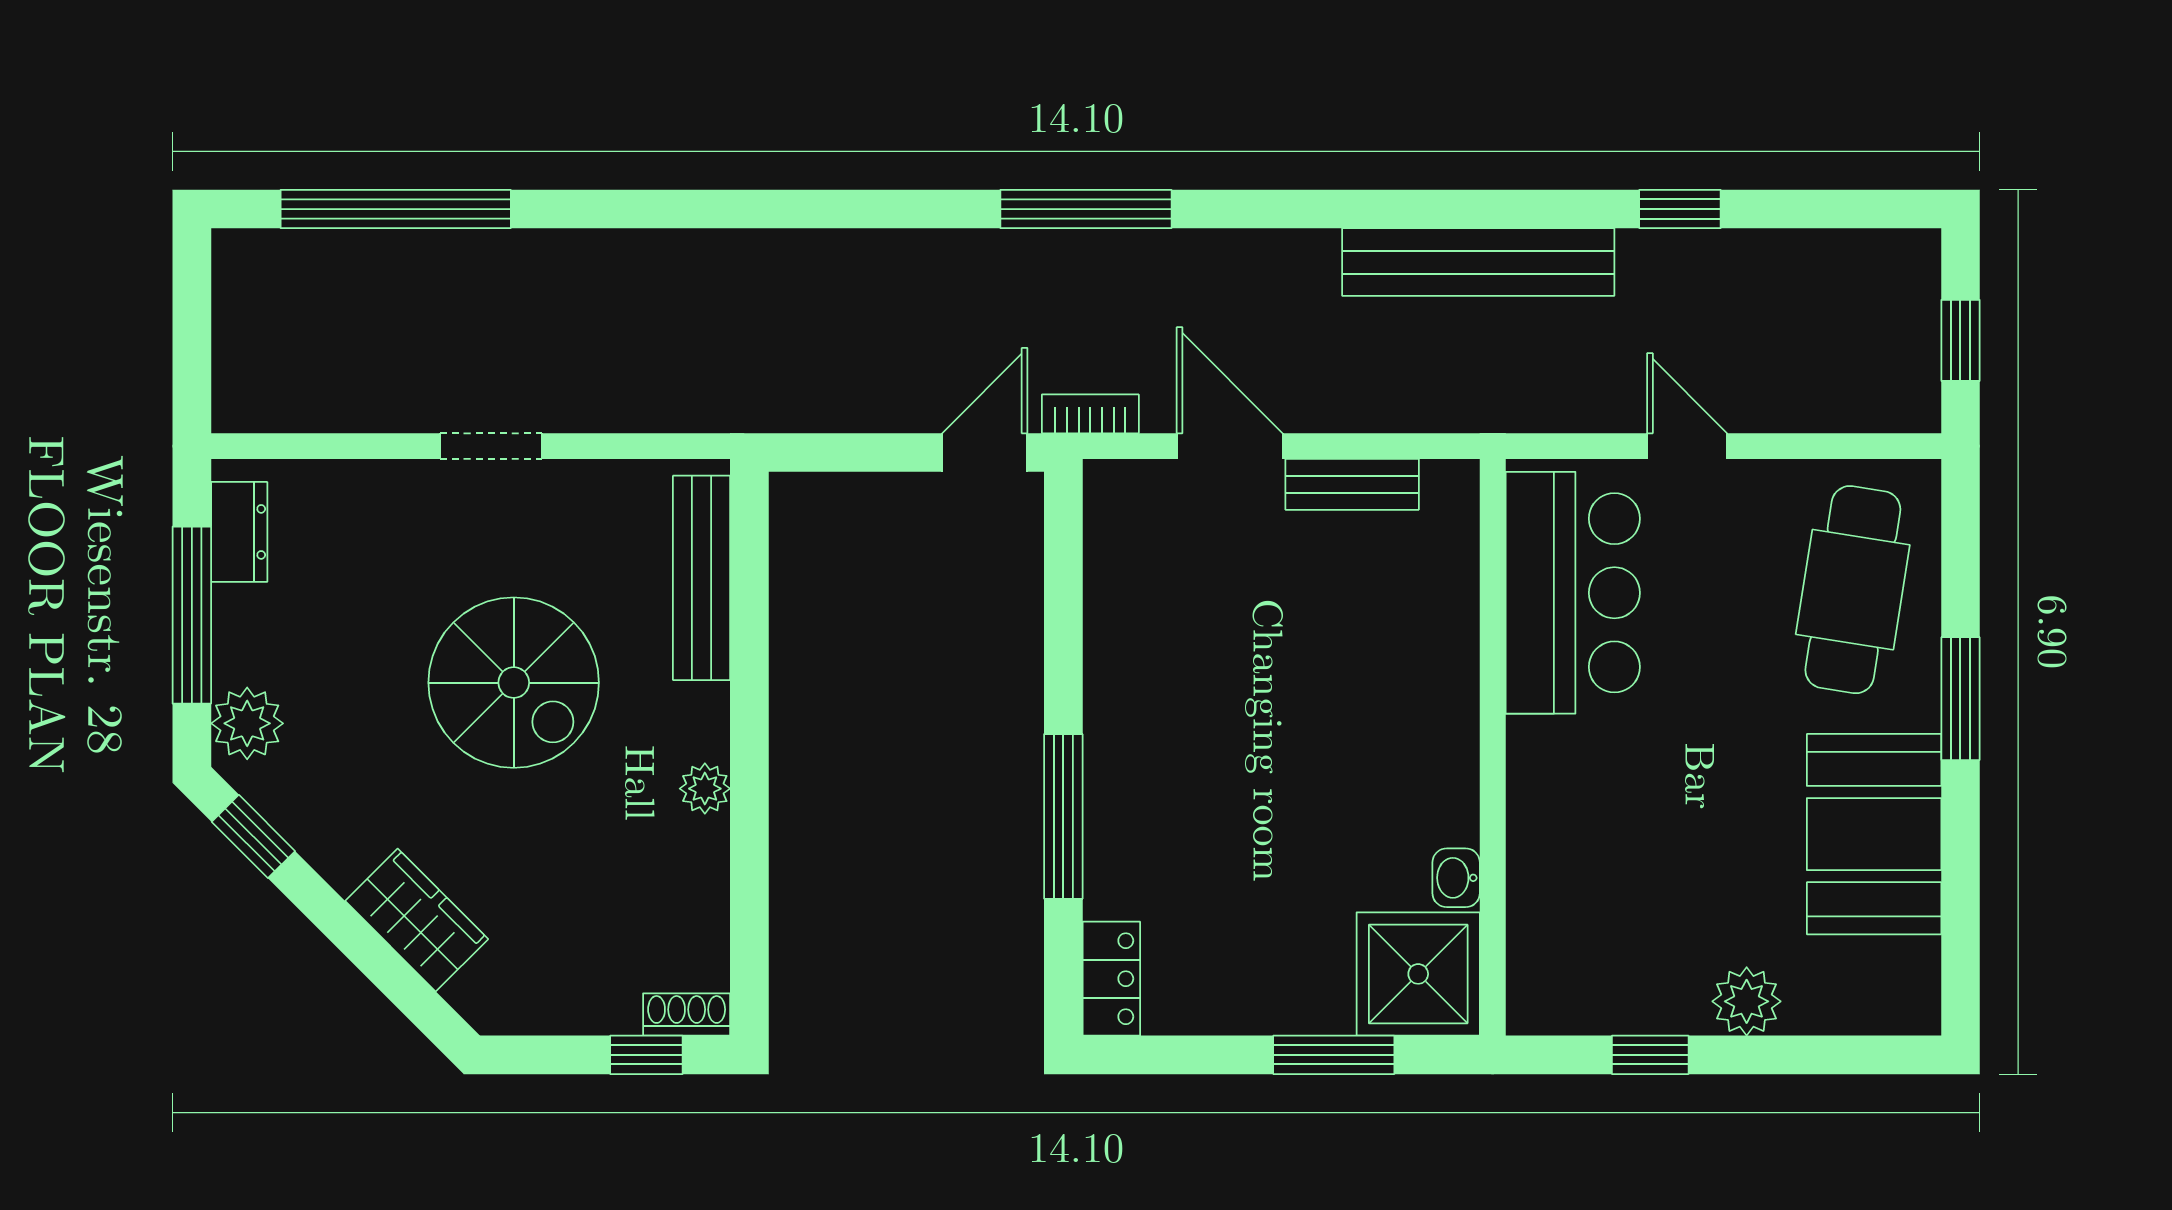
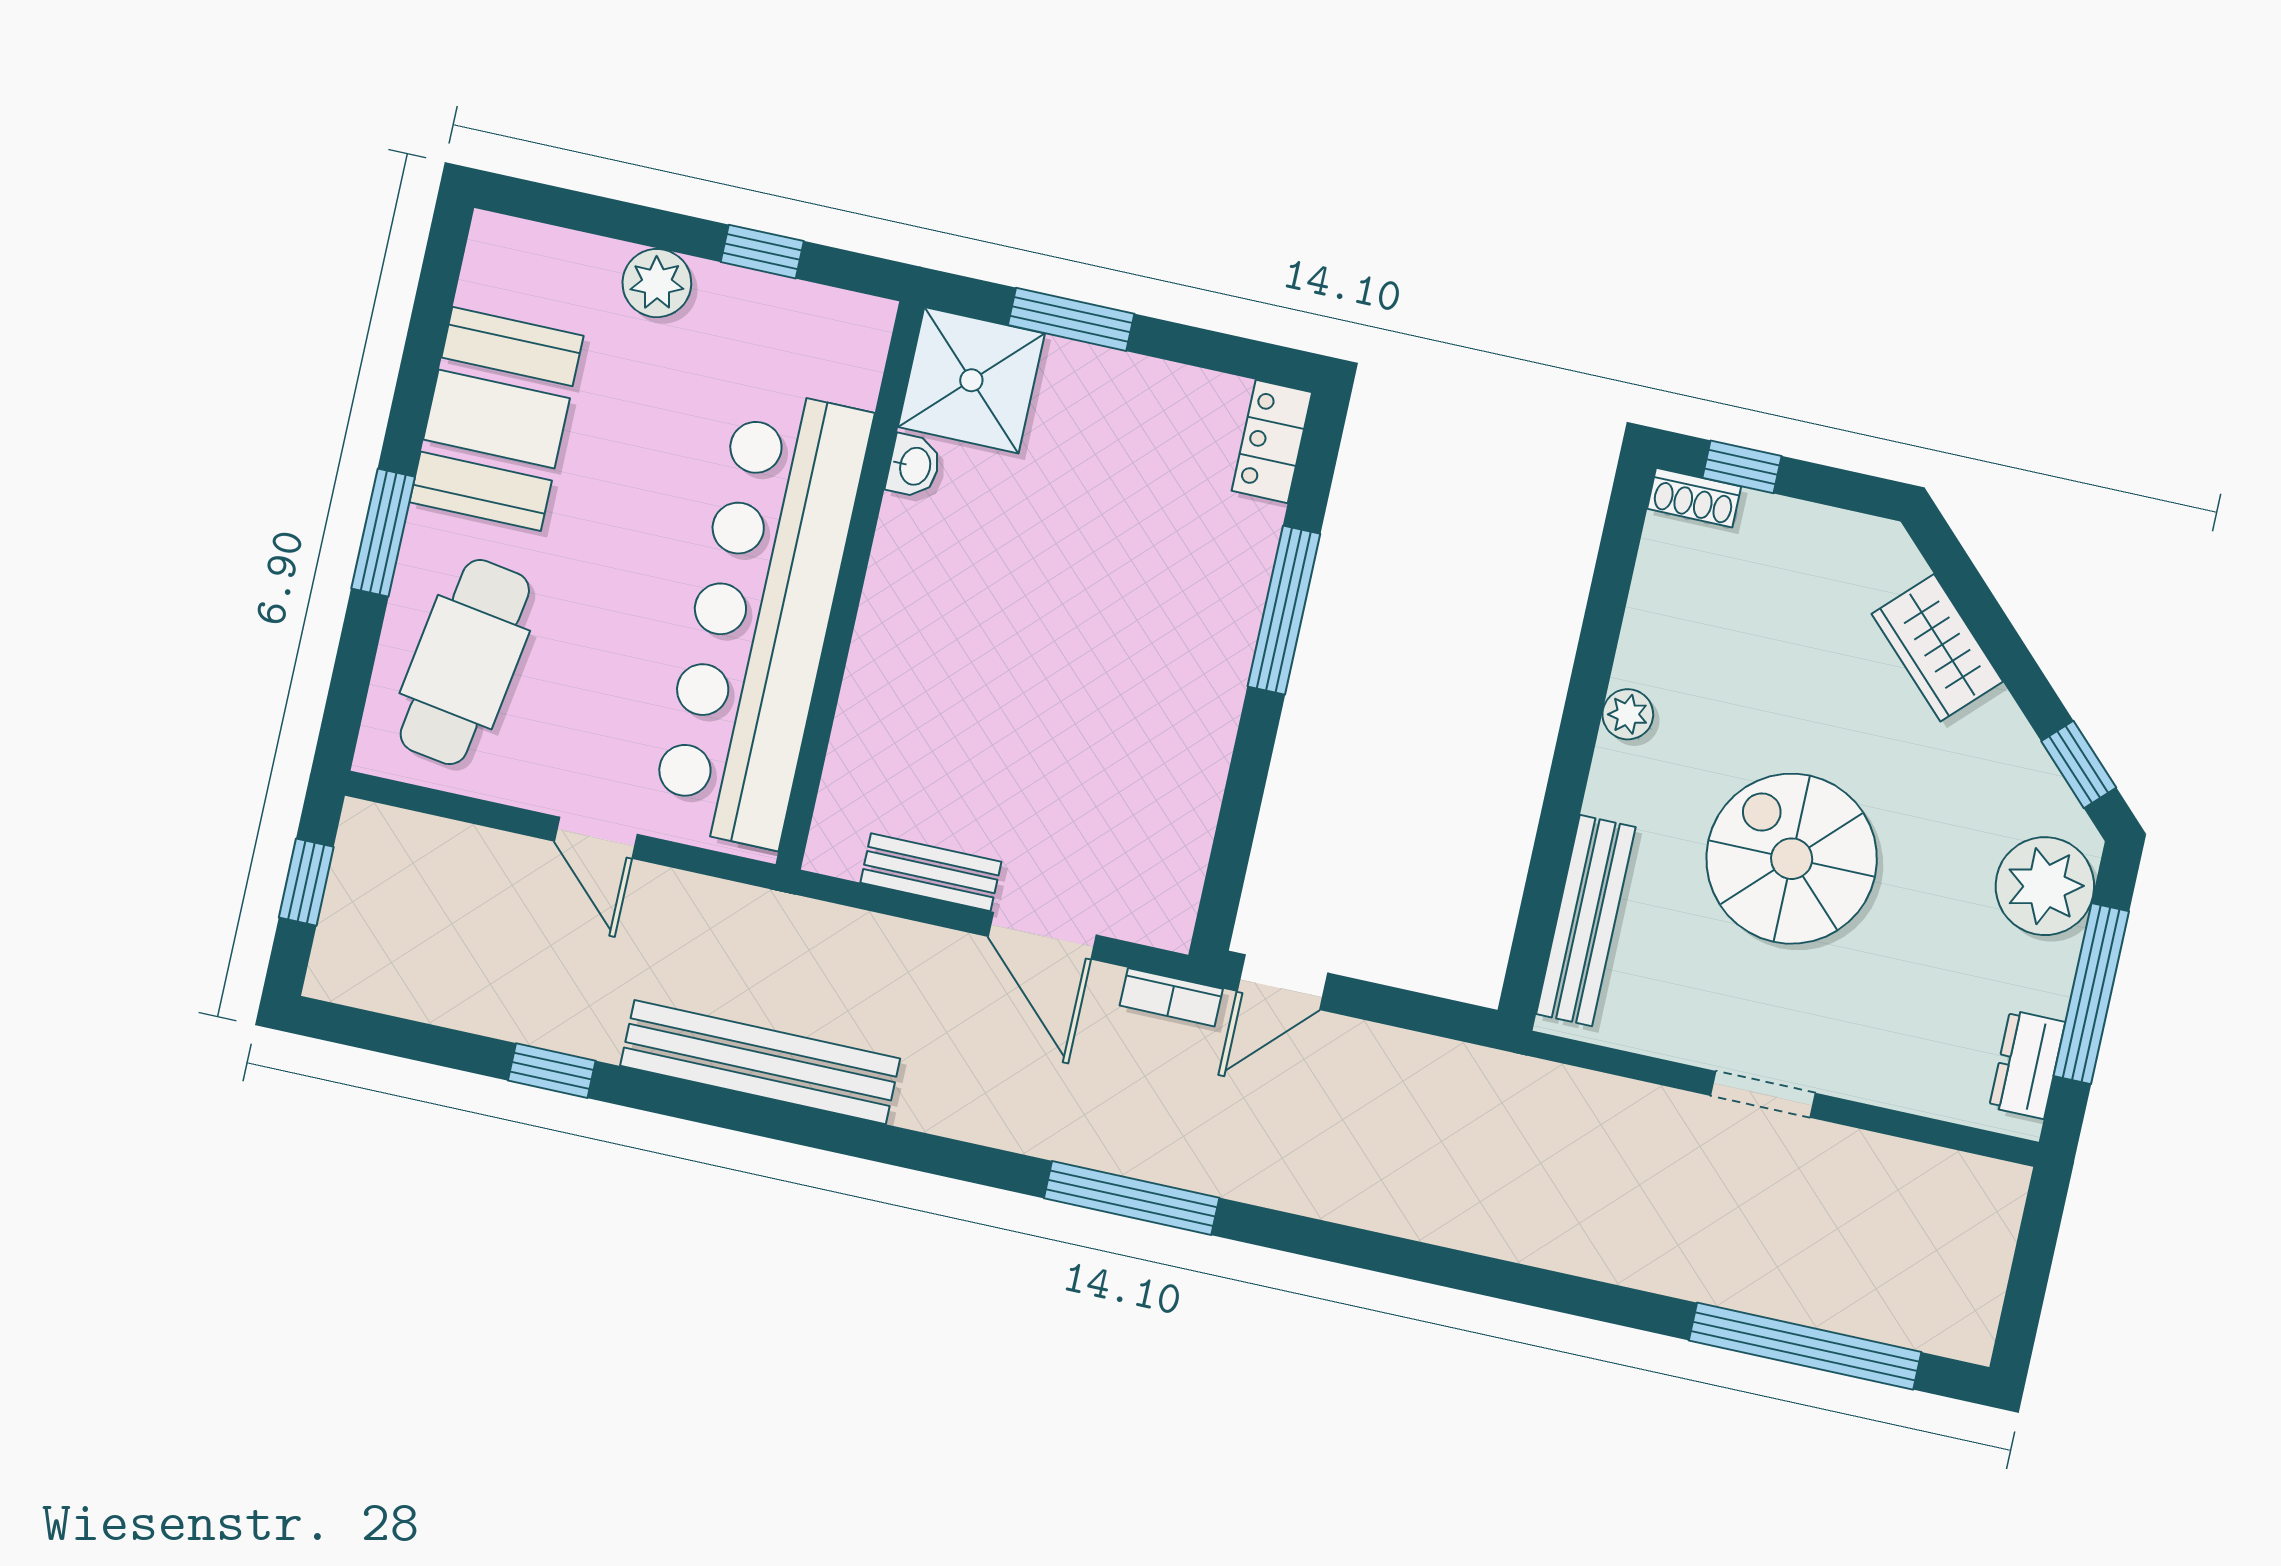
bar counter: (1573, 593) -> (761, 618), width x1.86
plant: (247, 723) -> (2045, 886), width x1.36, depth x1.36

